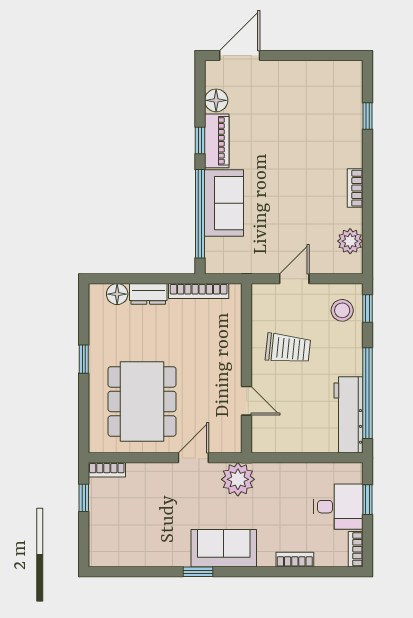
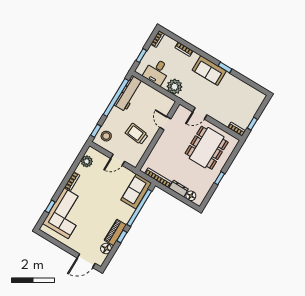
corner sofa: (330, 121) -> (66, 213), added
sofa: (224, 203) -> (136, 191), moved
plant: (238, 479) -> (175, 87), moved
desk: (338, 507) -> (157, 72), moved, turned -90

